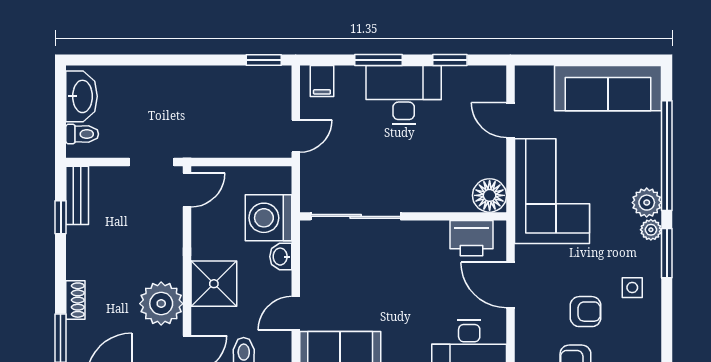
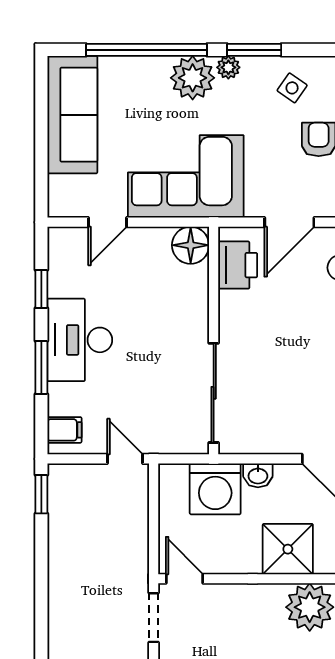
plant: (647, 203) -> (193, 78), width x1.36, depth x1.36
side table: (632, 288) -> (292, 88), turned 35

